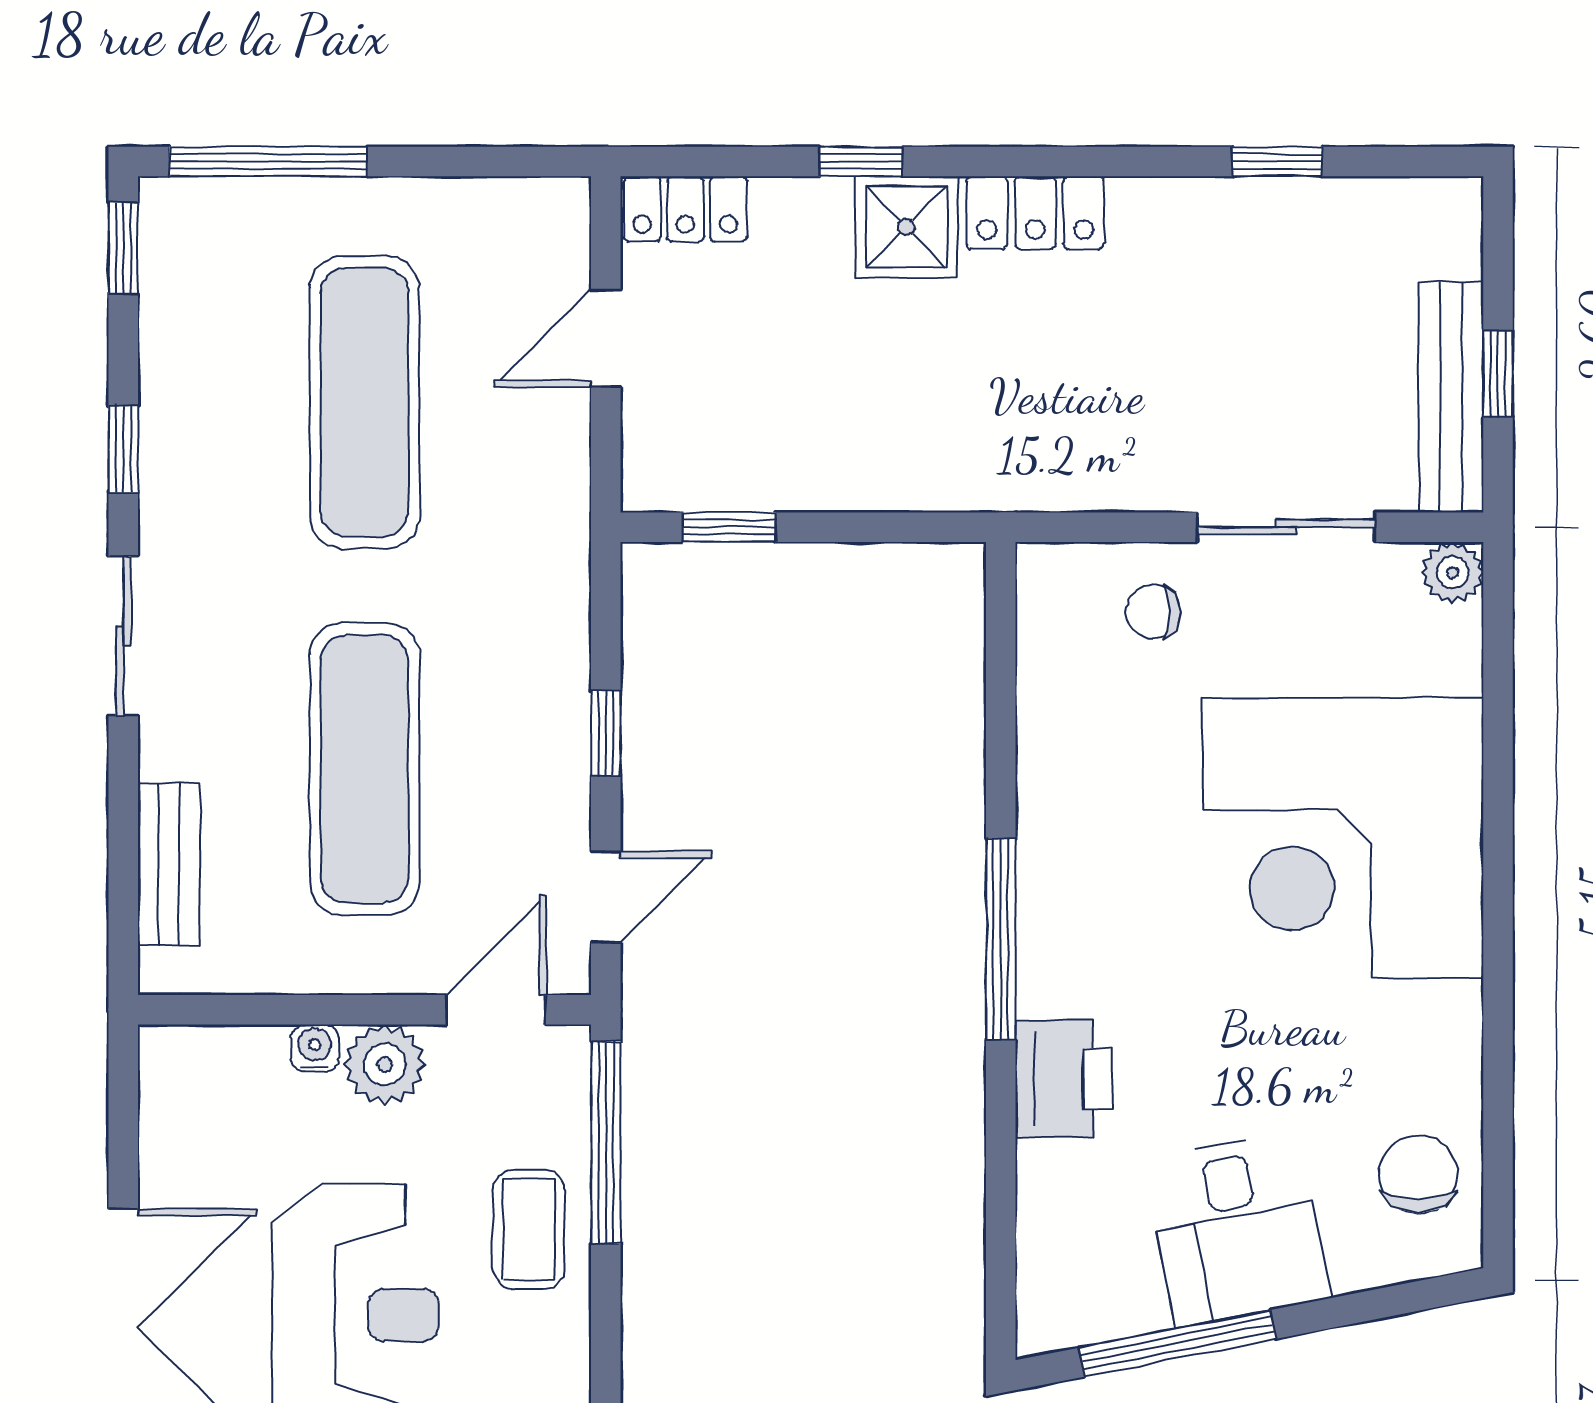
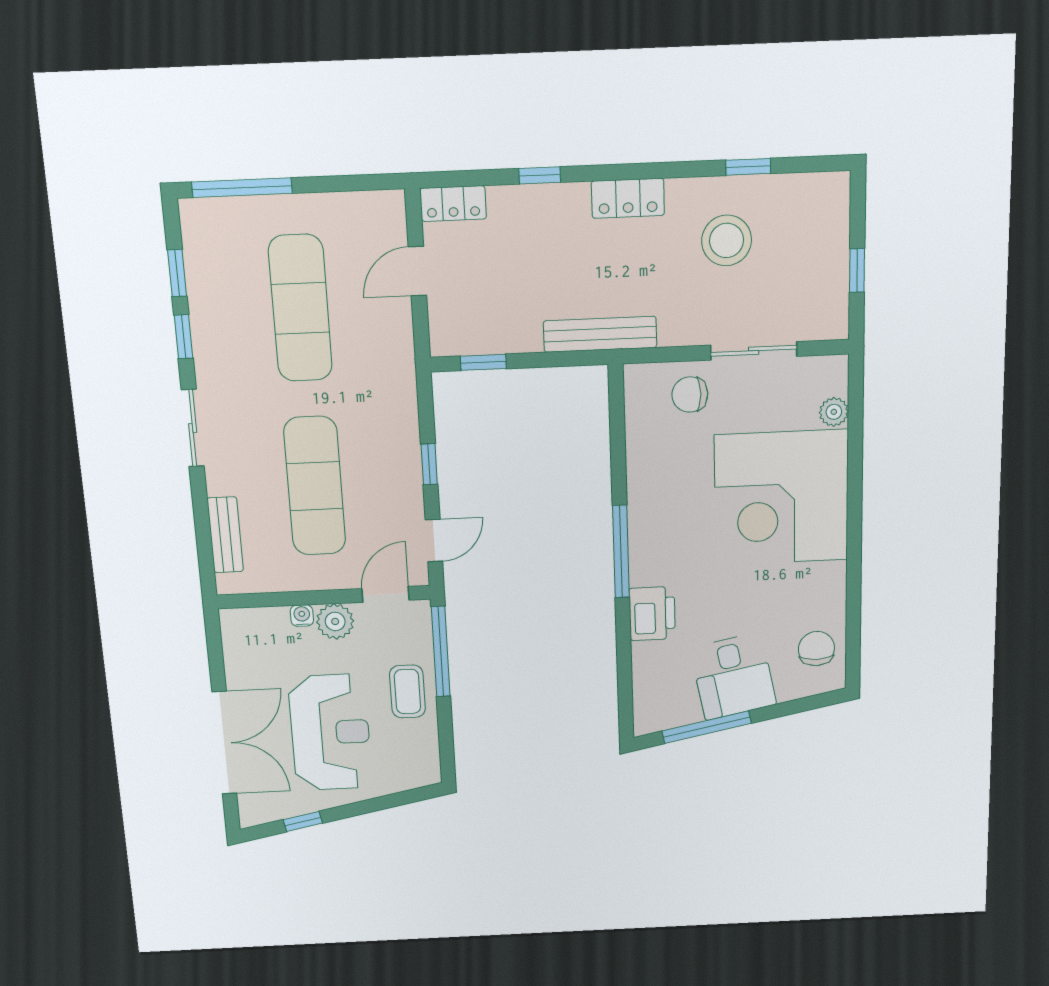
shower: (906, 227) -> (564, 208), removed
window: (123, 248) -> (177, 273), moved
stool: (1233, 303) -> (727, 240), added
bench: (1451, 397) -> (600, 334), moved, turned 90
plant: (1453, 572) -> (834, 412), moved
chair: (1153, 612) -> (690, 394), width x1.37, depth x1.37

